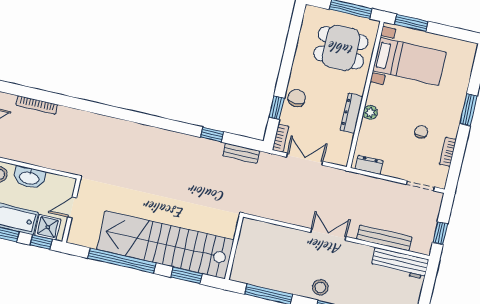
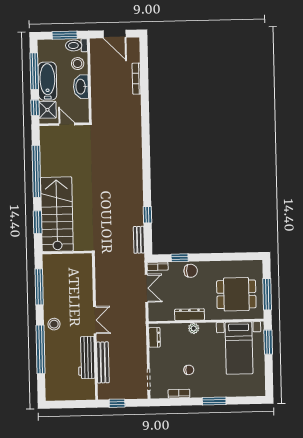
dining table: (341, 48) -> (236, 294), turned 90
stairs: (165, 245) -> (57, 214), width x0.73
workbench: (400, 263) -> (86, 358), moved

